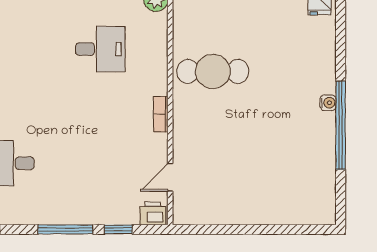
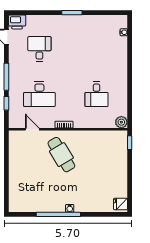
cafe table: (213, 71) -> (61, 155), moved, turned -31
desk: (100, 163) -> (39, 94), added
printer: (153, 213) -> (14, 121), removed

